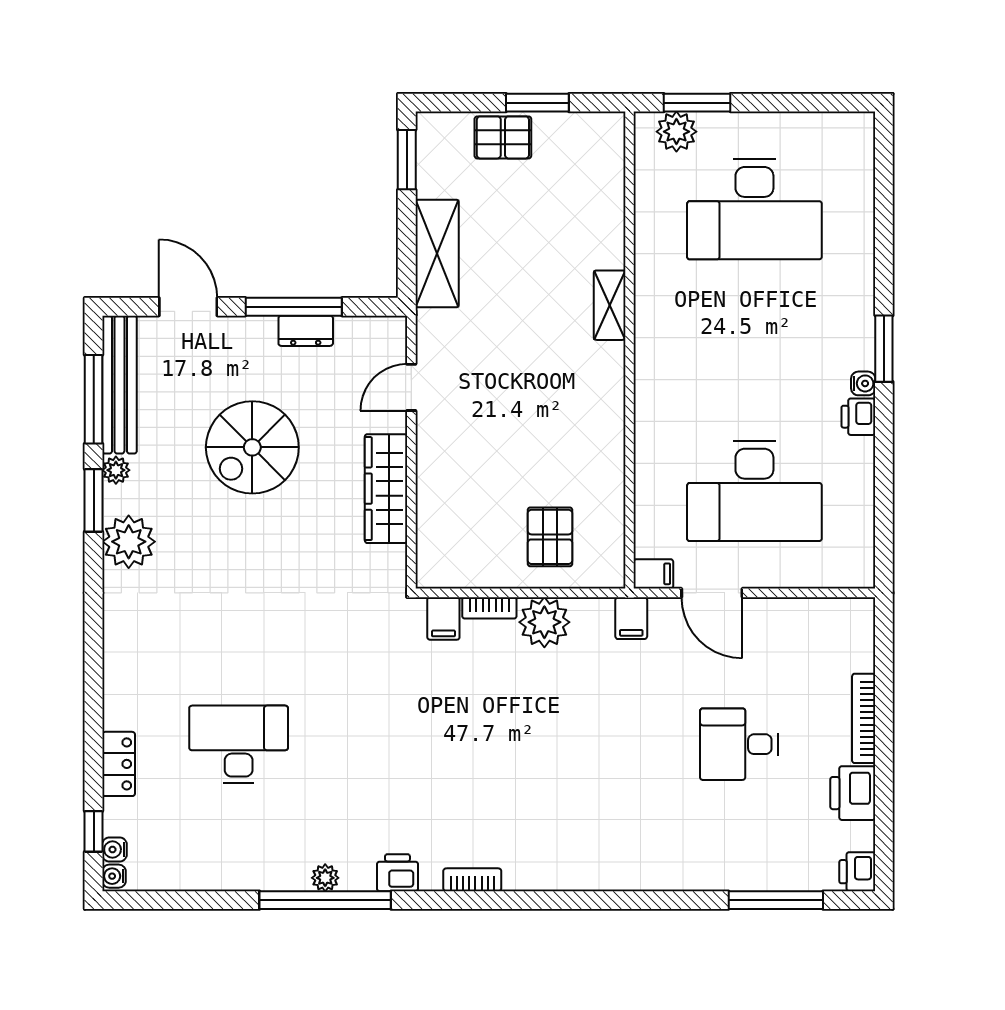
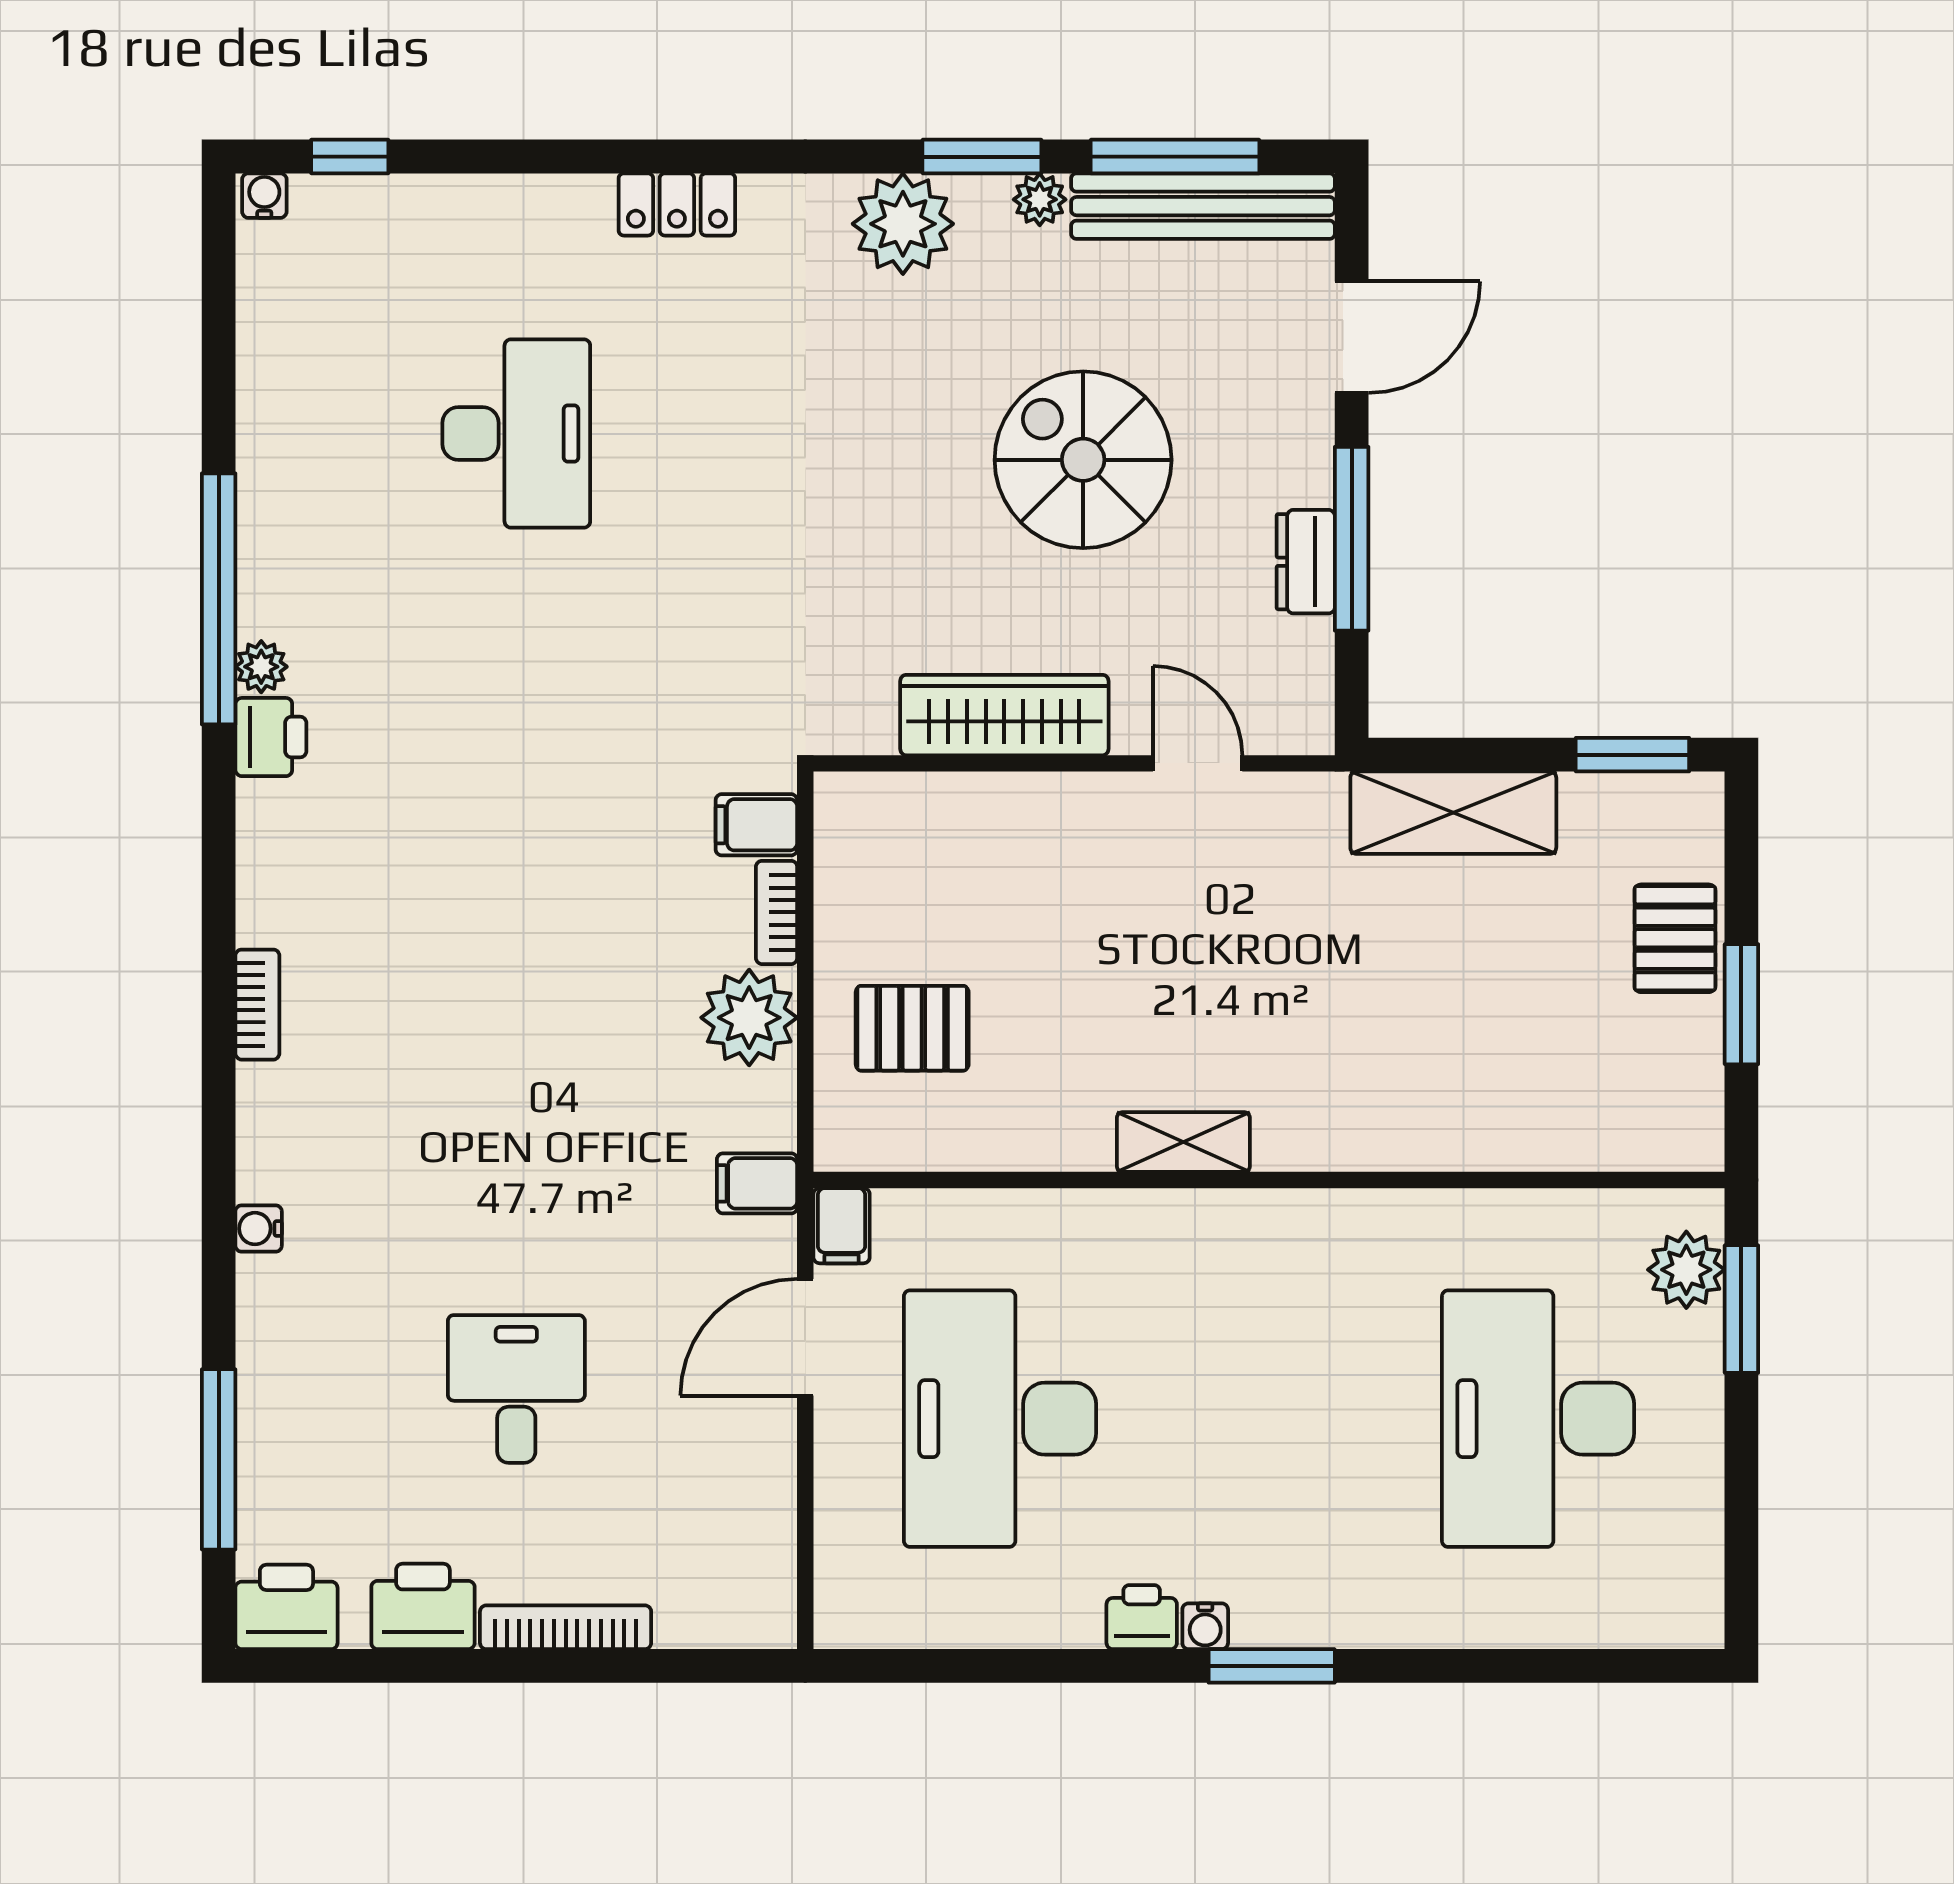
shelving: (610, 305) -> (1183, 1142), moved
locker: (119, 764) -> (677, 204), moved
water cooler: (114, 849) -> (259, 1229), moved, turned -90
printer: (857, 872) -> (286, 1607), width x1.36, depth x1.24
plant: (325, 878) -> (261, 667), moved
bookcase: (472, 880) -> (257, 1005), moved

